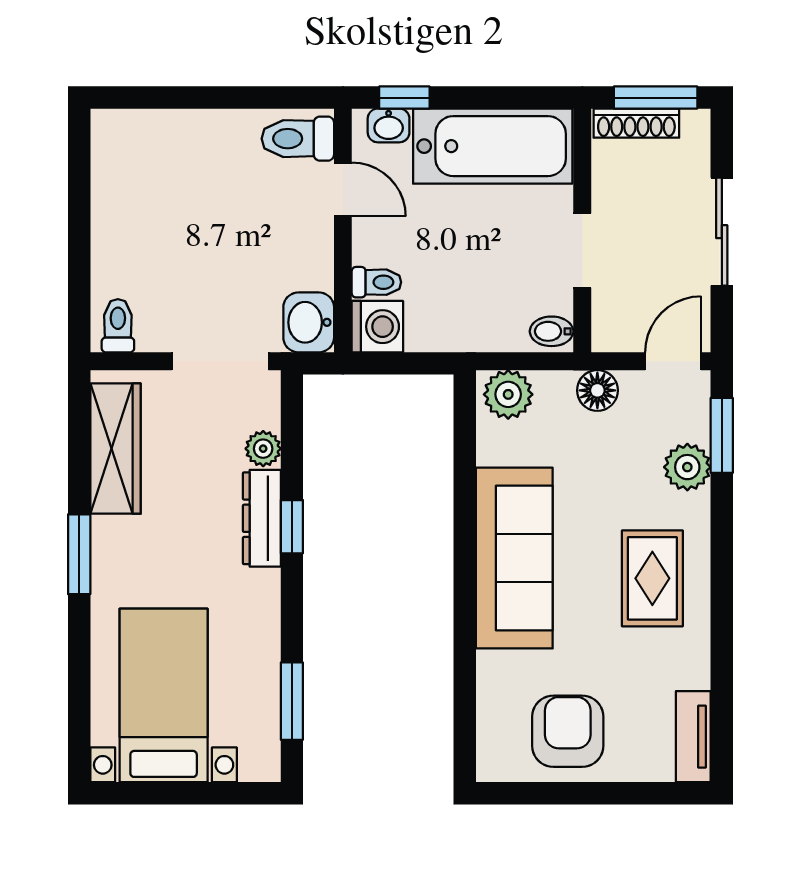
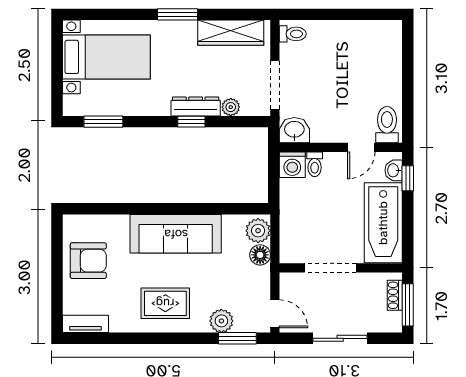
shoe rack: (636, 123) -> (395, 295), width x0.70
doorway: (582, 250) -> (331, 268), width x1.38
bidet: (552, 331) -> (290, 252), removed
floor lamp: (597, 390) -> (260, 255), moved

